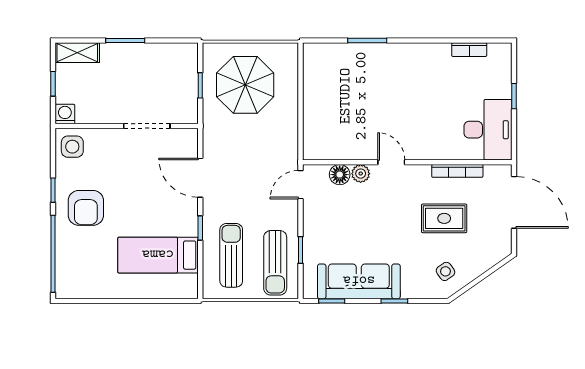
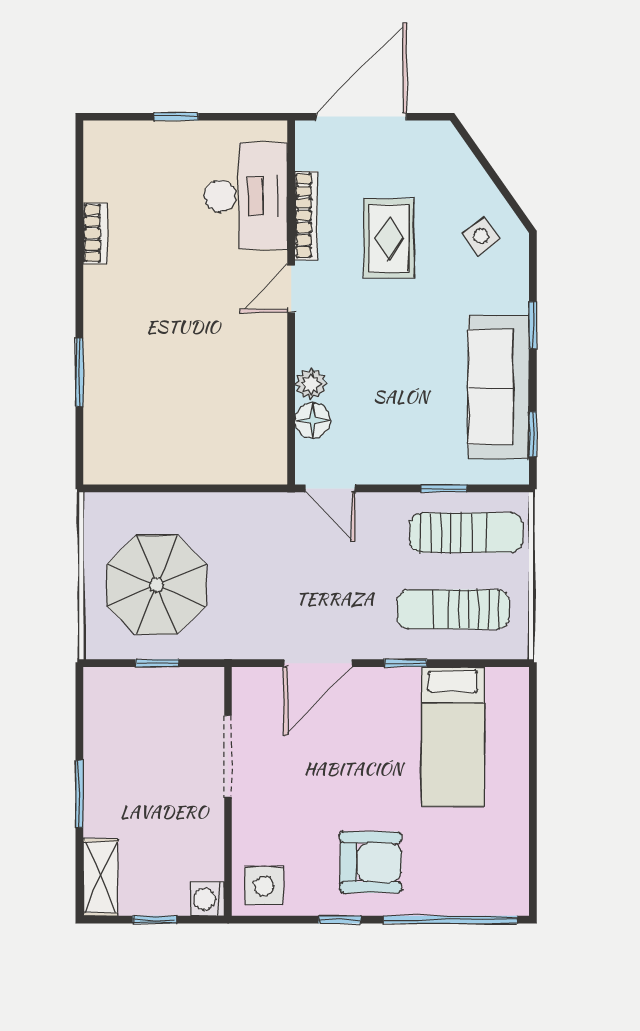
bookcase: (469, 50) -> (95, 233), moved
desk: (488, 130) -> (246, 196), moved, turned 90
door: (391, 162) -> (291, 289), moved

